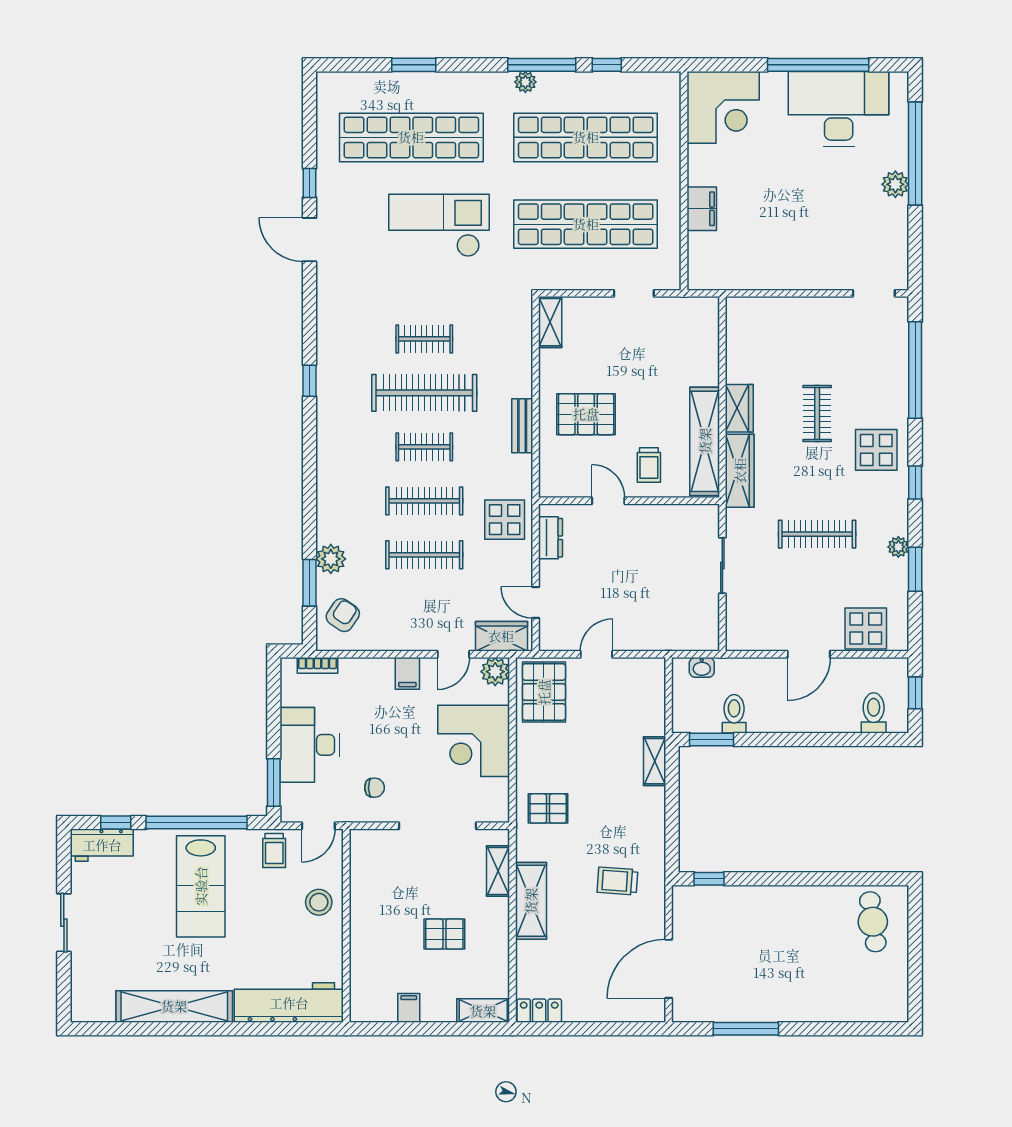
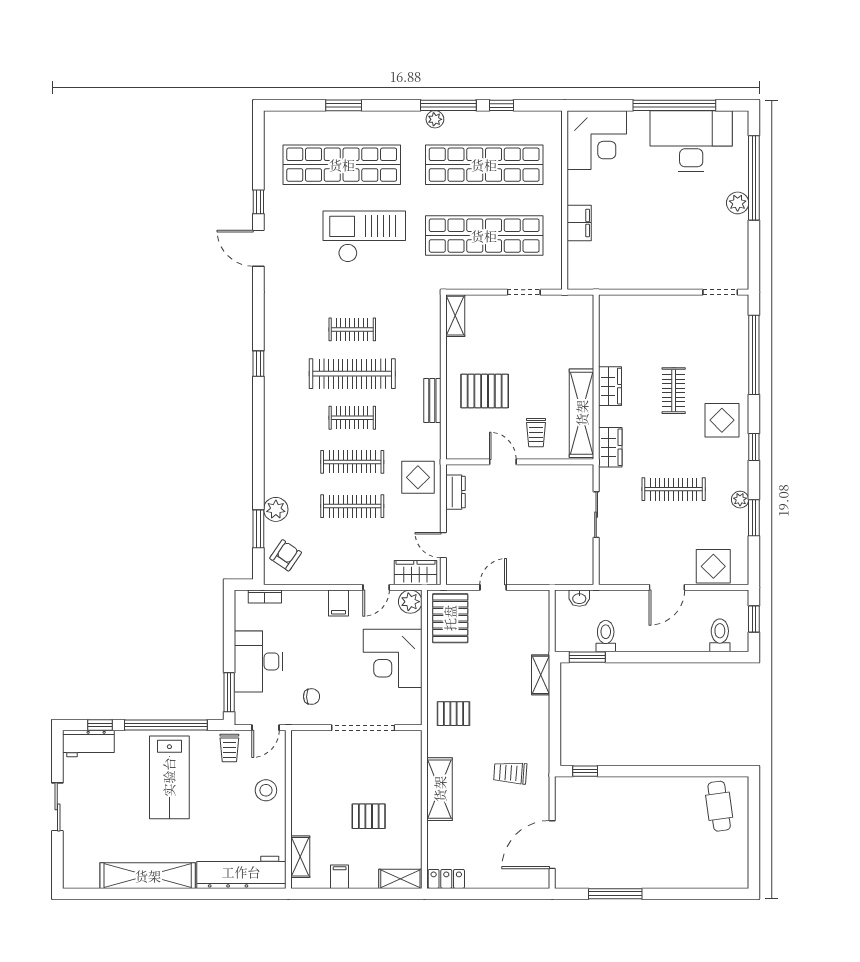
wardrobe: (740, 471) -> (610, 447), width x0.67
shelving: (498, 871) -> (300, 857), moved

